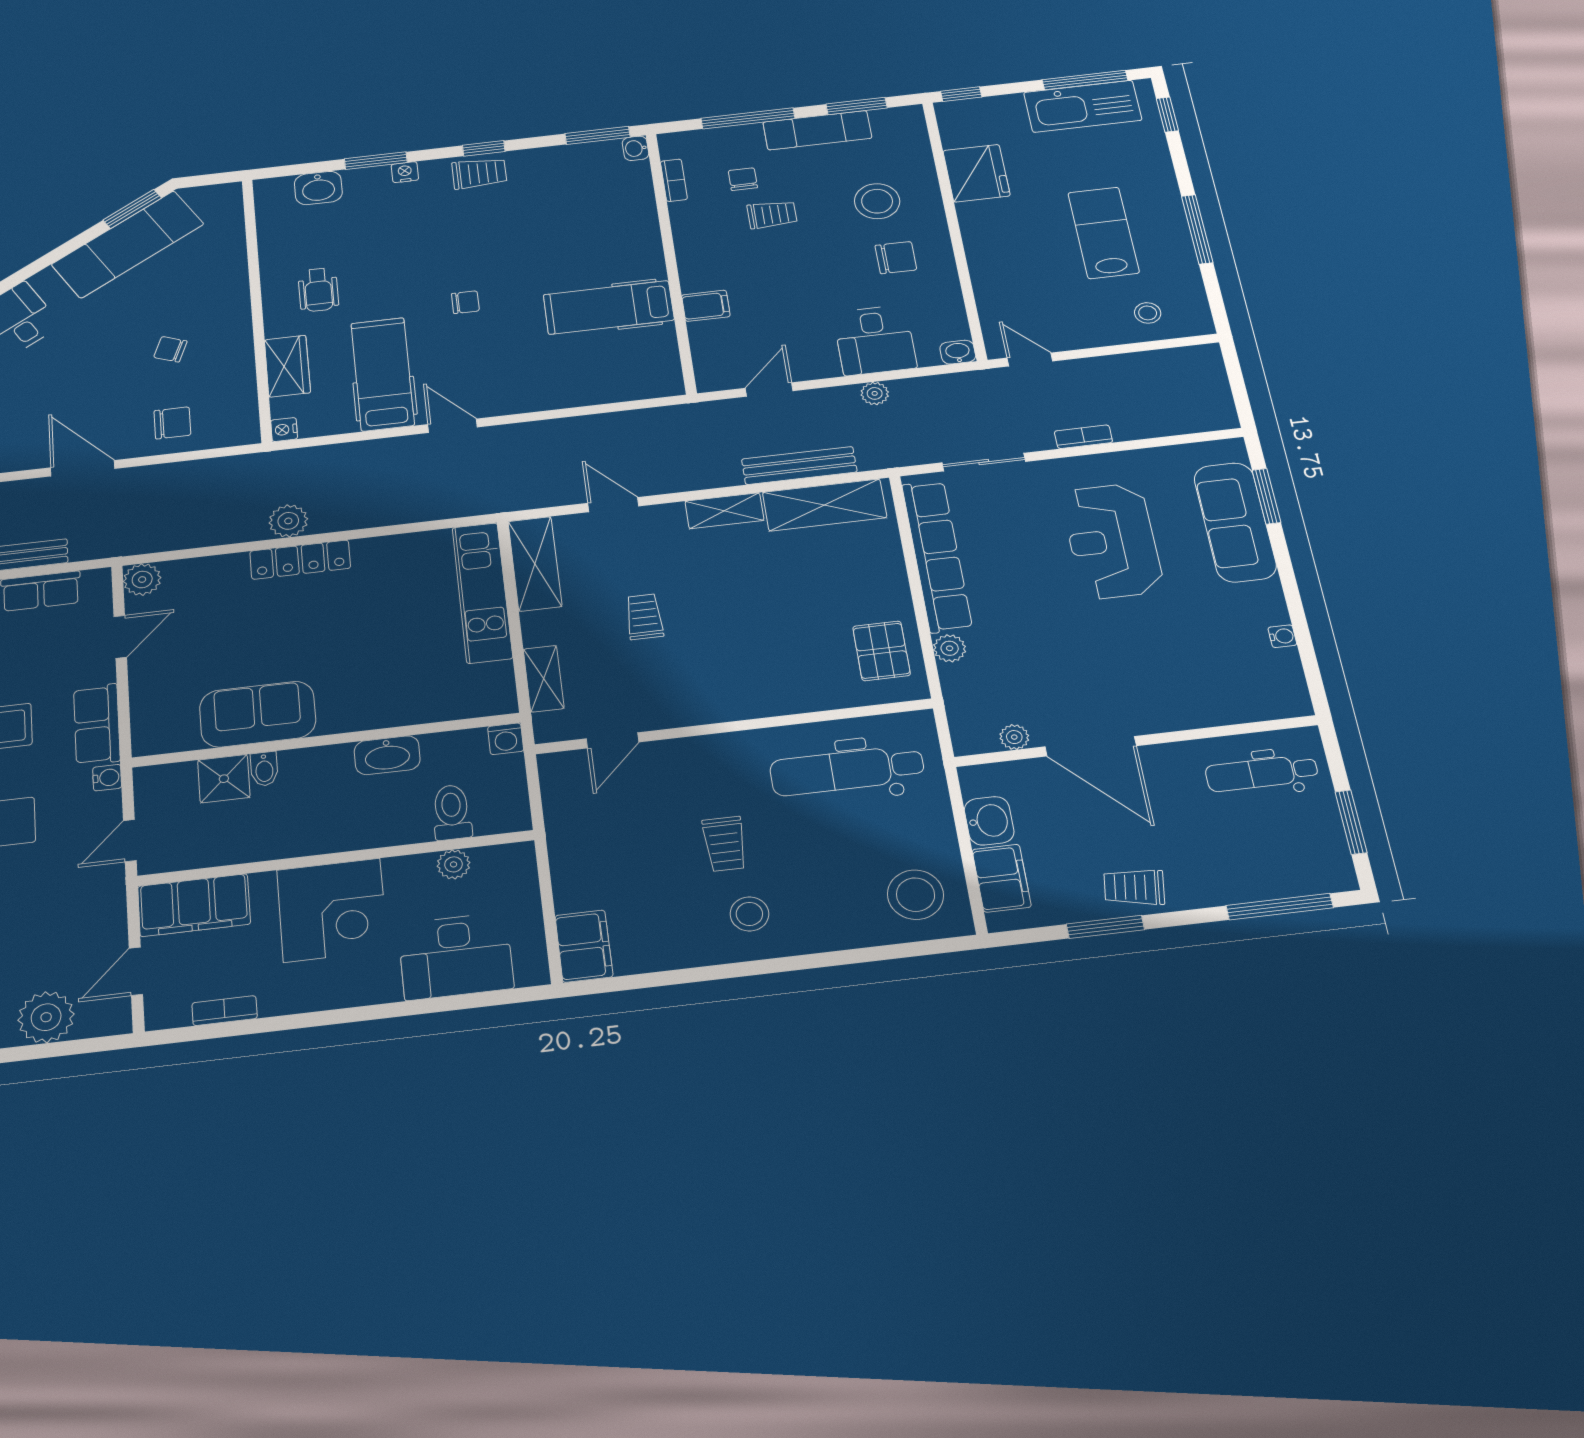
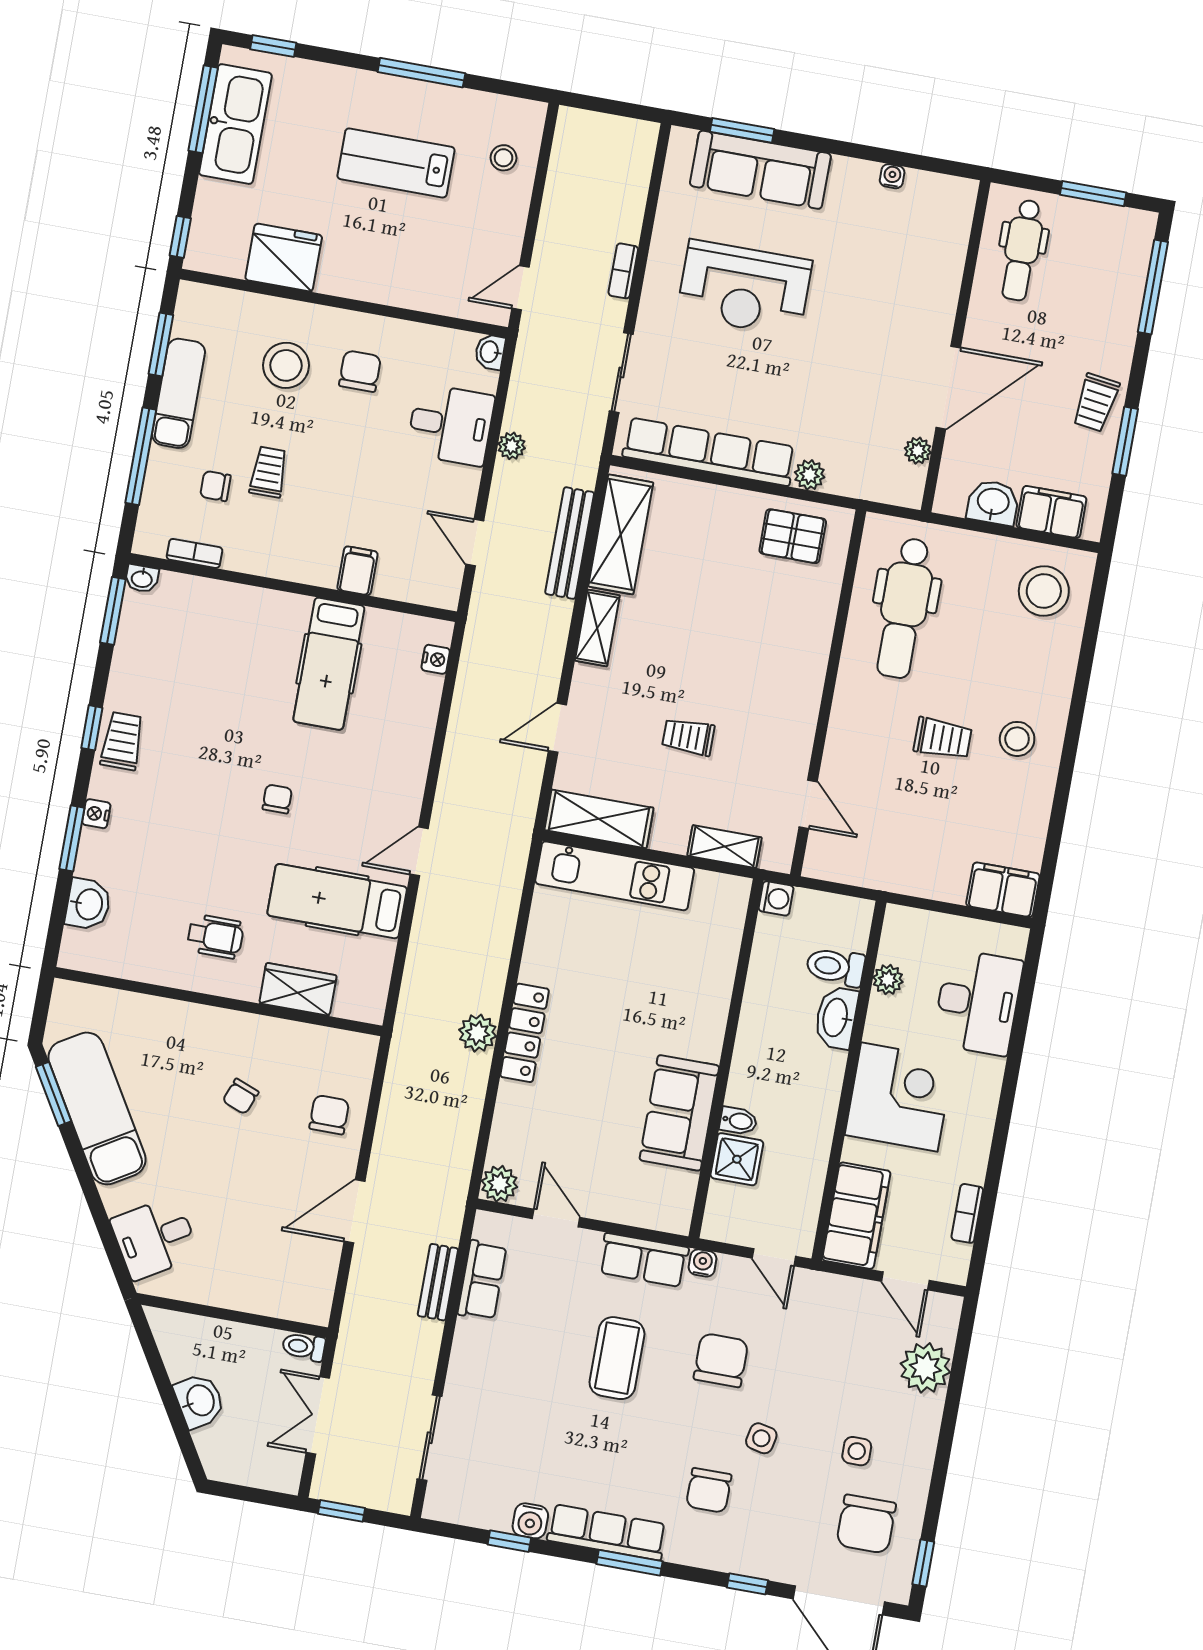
nightstand: (284, 430) -> (436, 659), moved, turned -90
washbasin: (387, 755) -> (836, 1018), moved, turned 180

